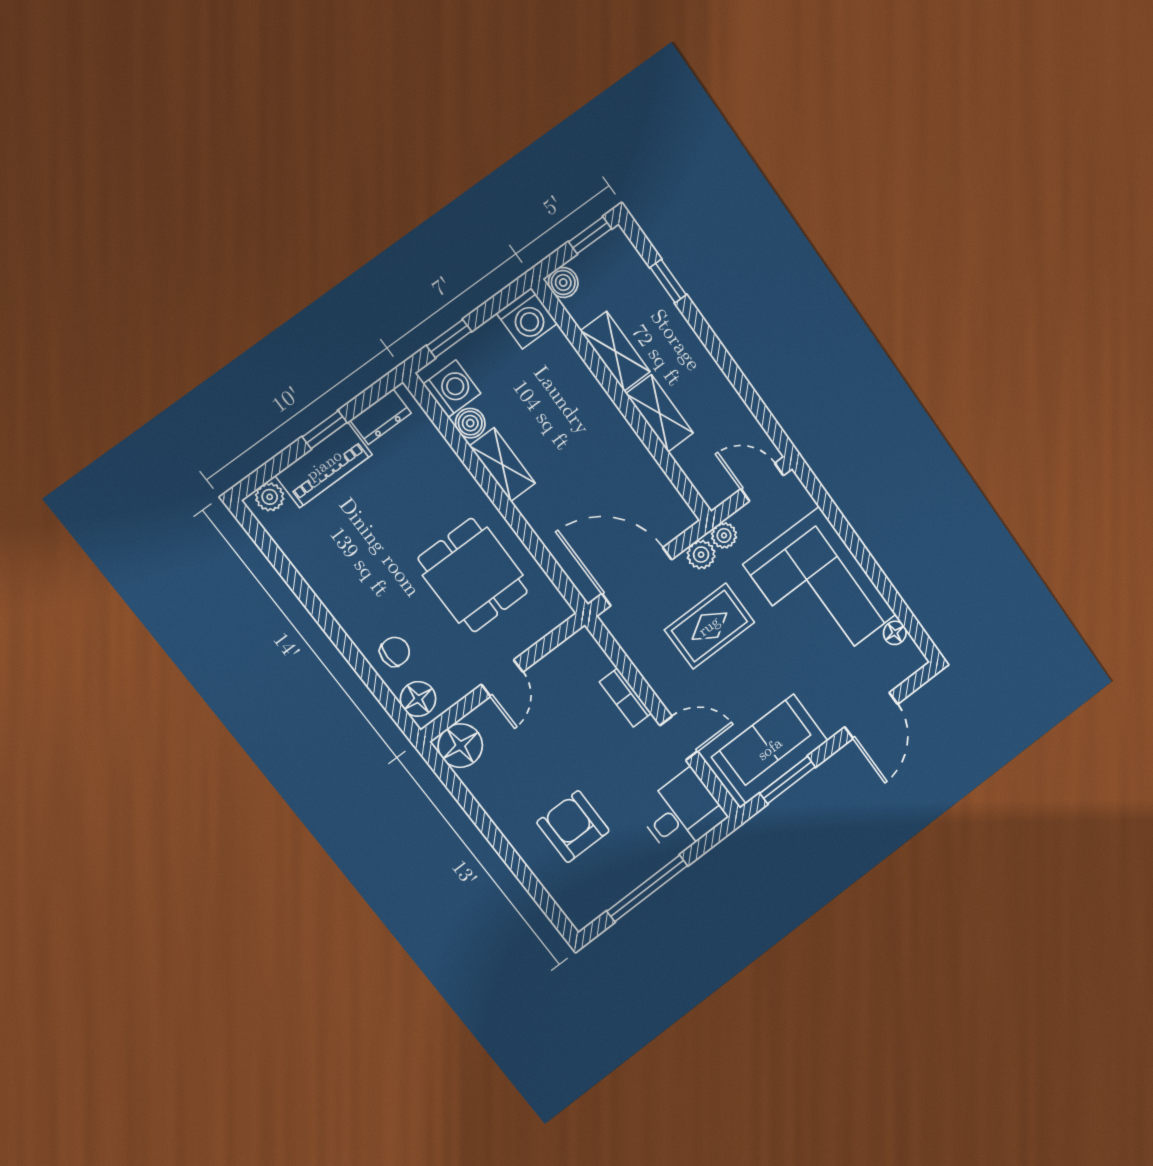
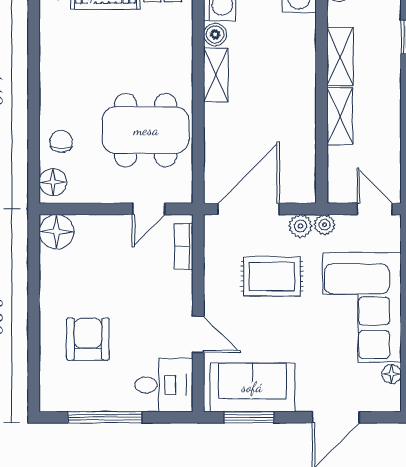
dining table: (473, 575) -> (146, 130), width x1.38
door: (637, 577) -> (249, 209), hinge flipped
chair: (395, 652) -> (61, 141), turned -90
door: (502, 678) -> (149, 209), moved
bookcase: (625, 698) -> (184, 246), moved

